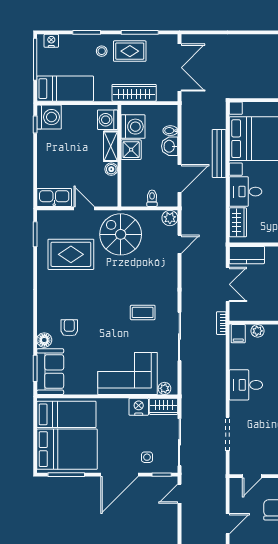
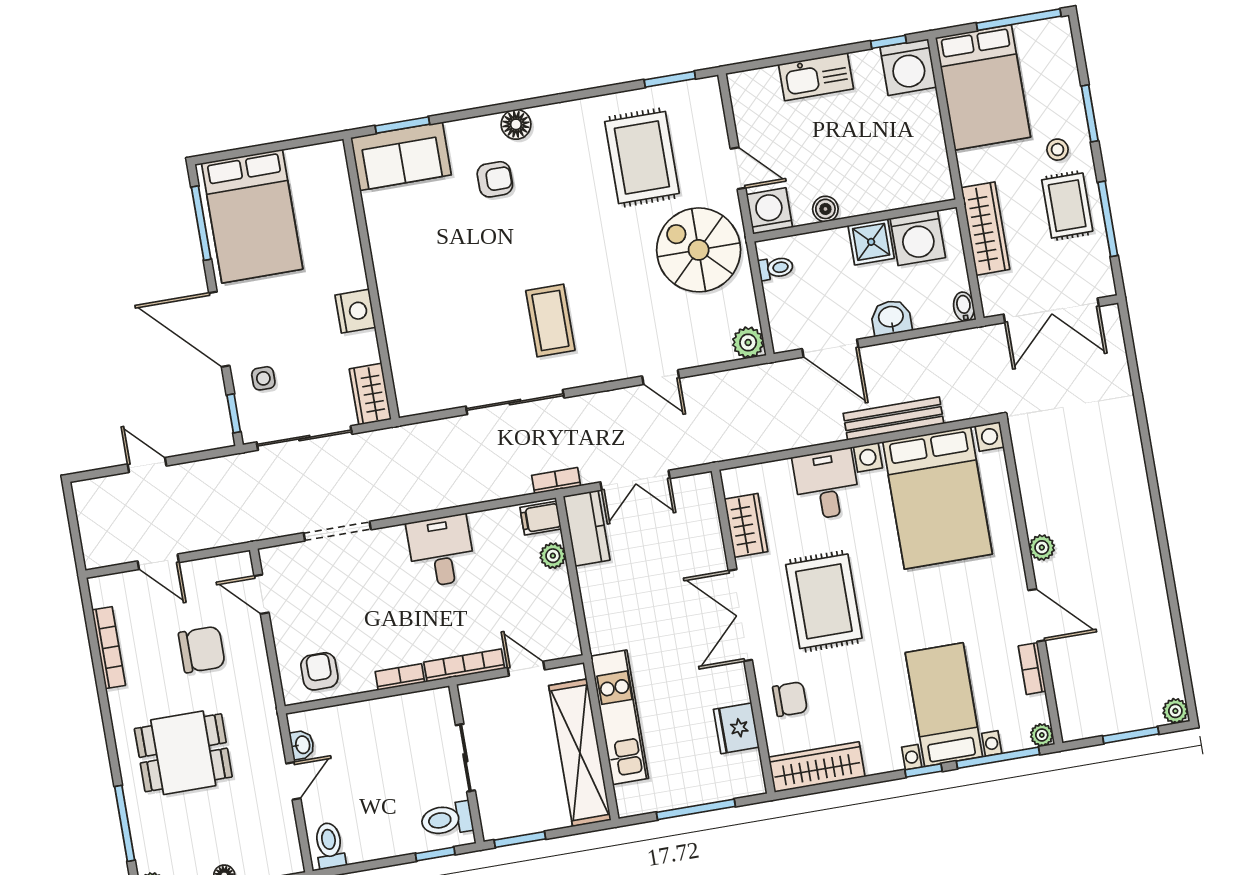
nightstand: (51, 41) -> (1061, 46), removed
bed: (65, 89) -> (983, 87), width x1.50
washing machine: (108, 120) -> (769, 211), moved
bidet: (170, 131) -> (964, 307), moved
shelving: (111, 146) -> (871, 200), removed
kitchen sink: (54, 197) -> (816, 77), moved, turned 90
toilet: (152, 198) -> (776, 268), moved
door: (84, 208) -> (738, 168), hinge flipped
wardrobe: (238, 222) -> (746, 525), moved, turned -90
spiral stairs: (121, 234) -> (699, 250), turned -90
door: (179, 244) -> (661, 377), moved
kitchen counter: (247, 255) -> (587, 528), moved, turned 180
coffee table: (143, 312) -> (550, 321), width x1.36, depth x1.30
floor lamp: (44, 340) -> (516, 124), moved
corner sofa: (128, 373) -> (424, 311), removed
plant: (164, 388) -> (406, 390), removed
nightstand: (139, 407) -> (355, 311), moved
bed: (66, 414) -> (321, 203), removed
door: (179, 494) -> (147, 465), moved

